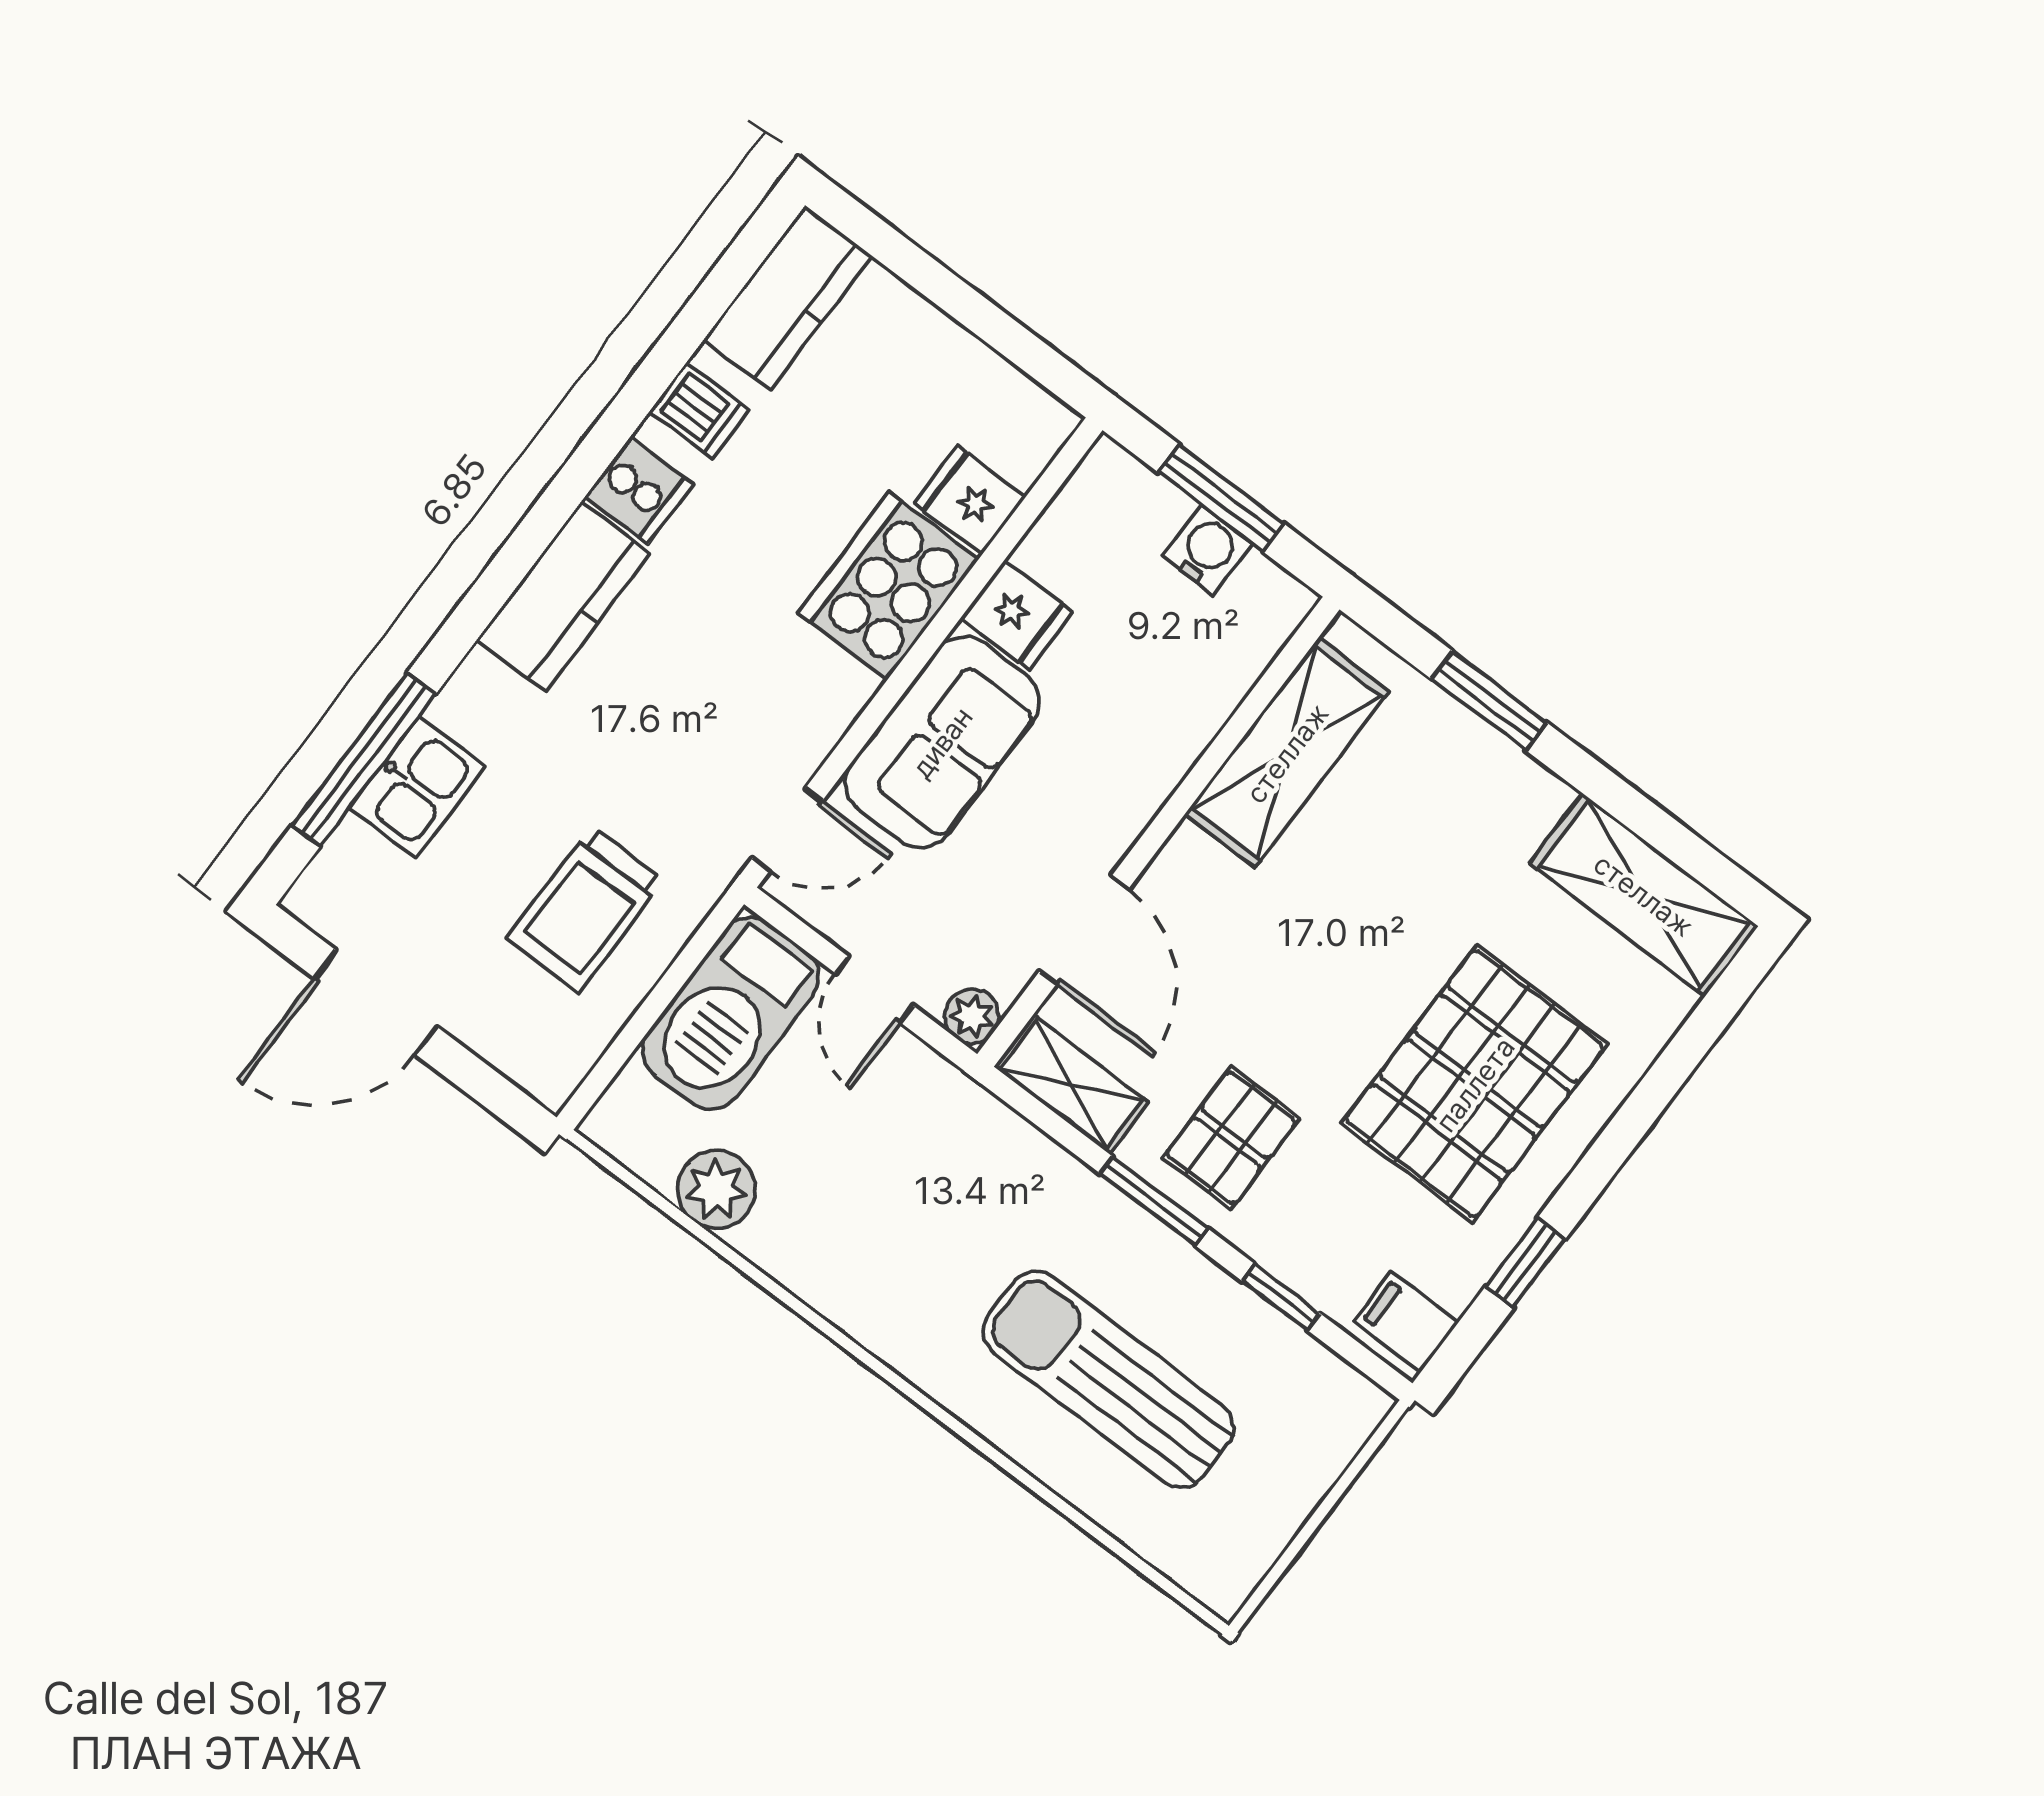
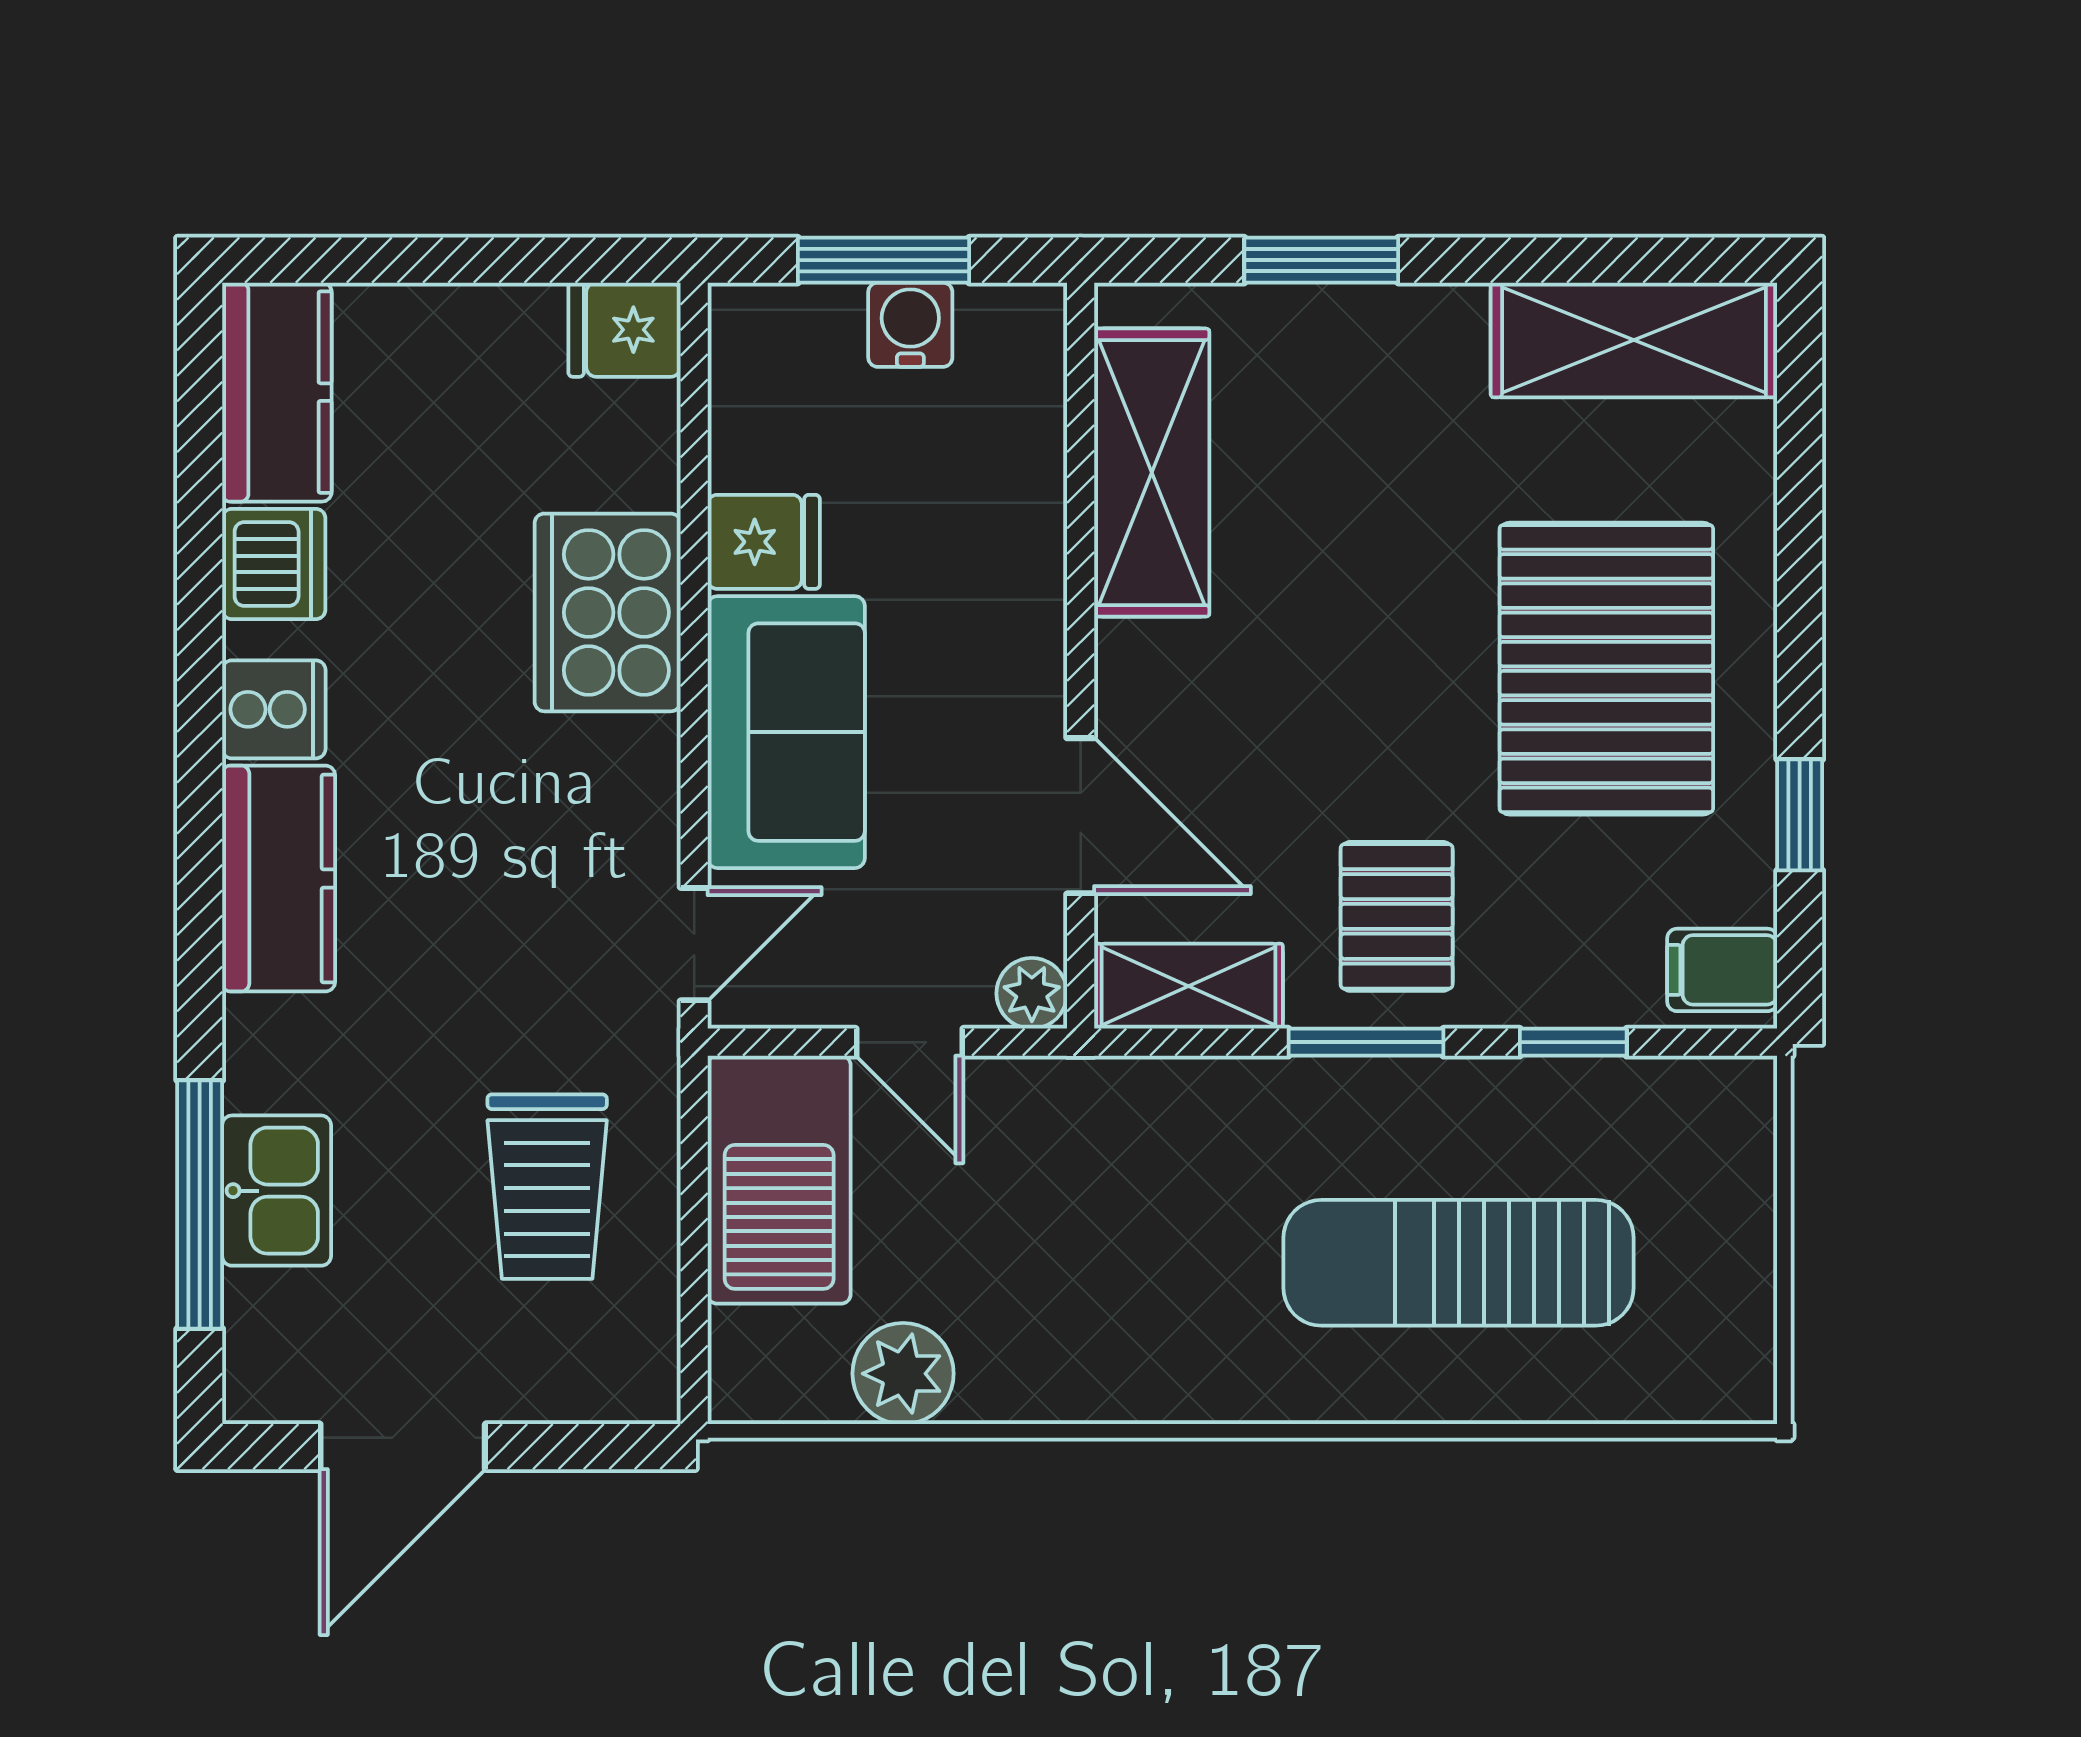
dishwasher: (699, 411) -> (274, 564), width x1.38
fridge: (970, 500) -> (624, 330), moved

